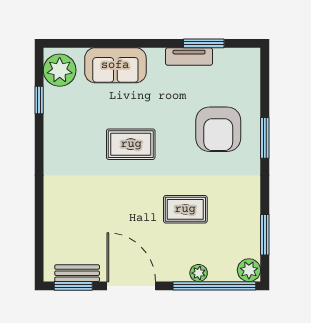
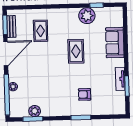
plant: (60, 70) -> (87, 16), moved
armchair: (218, 129) -> (85, 94), width x0.53, depth x0.53
rug: (185, 209) -> (41, 31), moved
plant: (249, 270) -> (35, 111), moved

